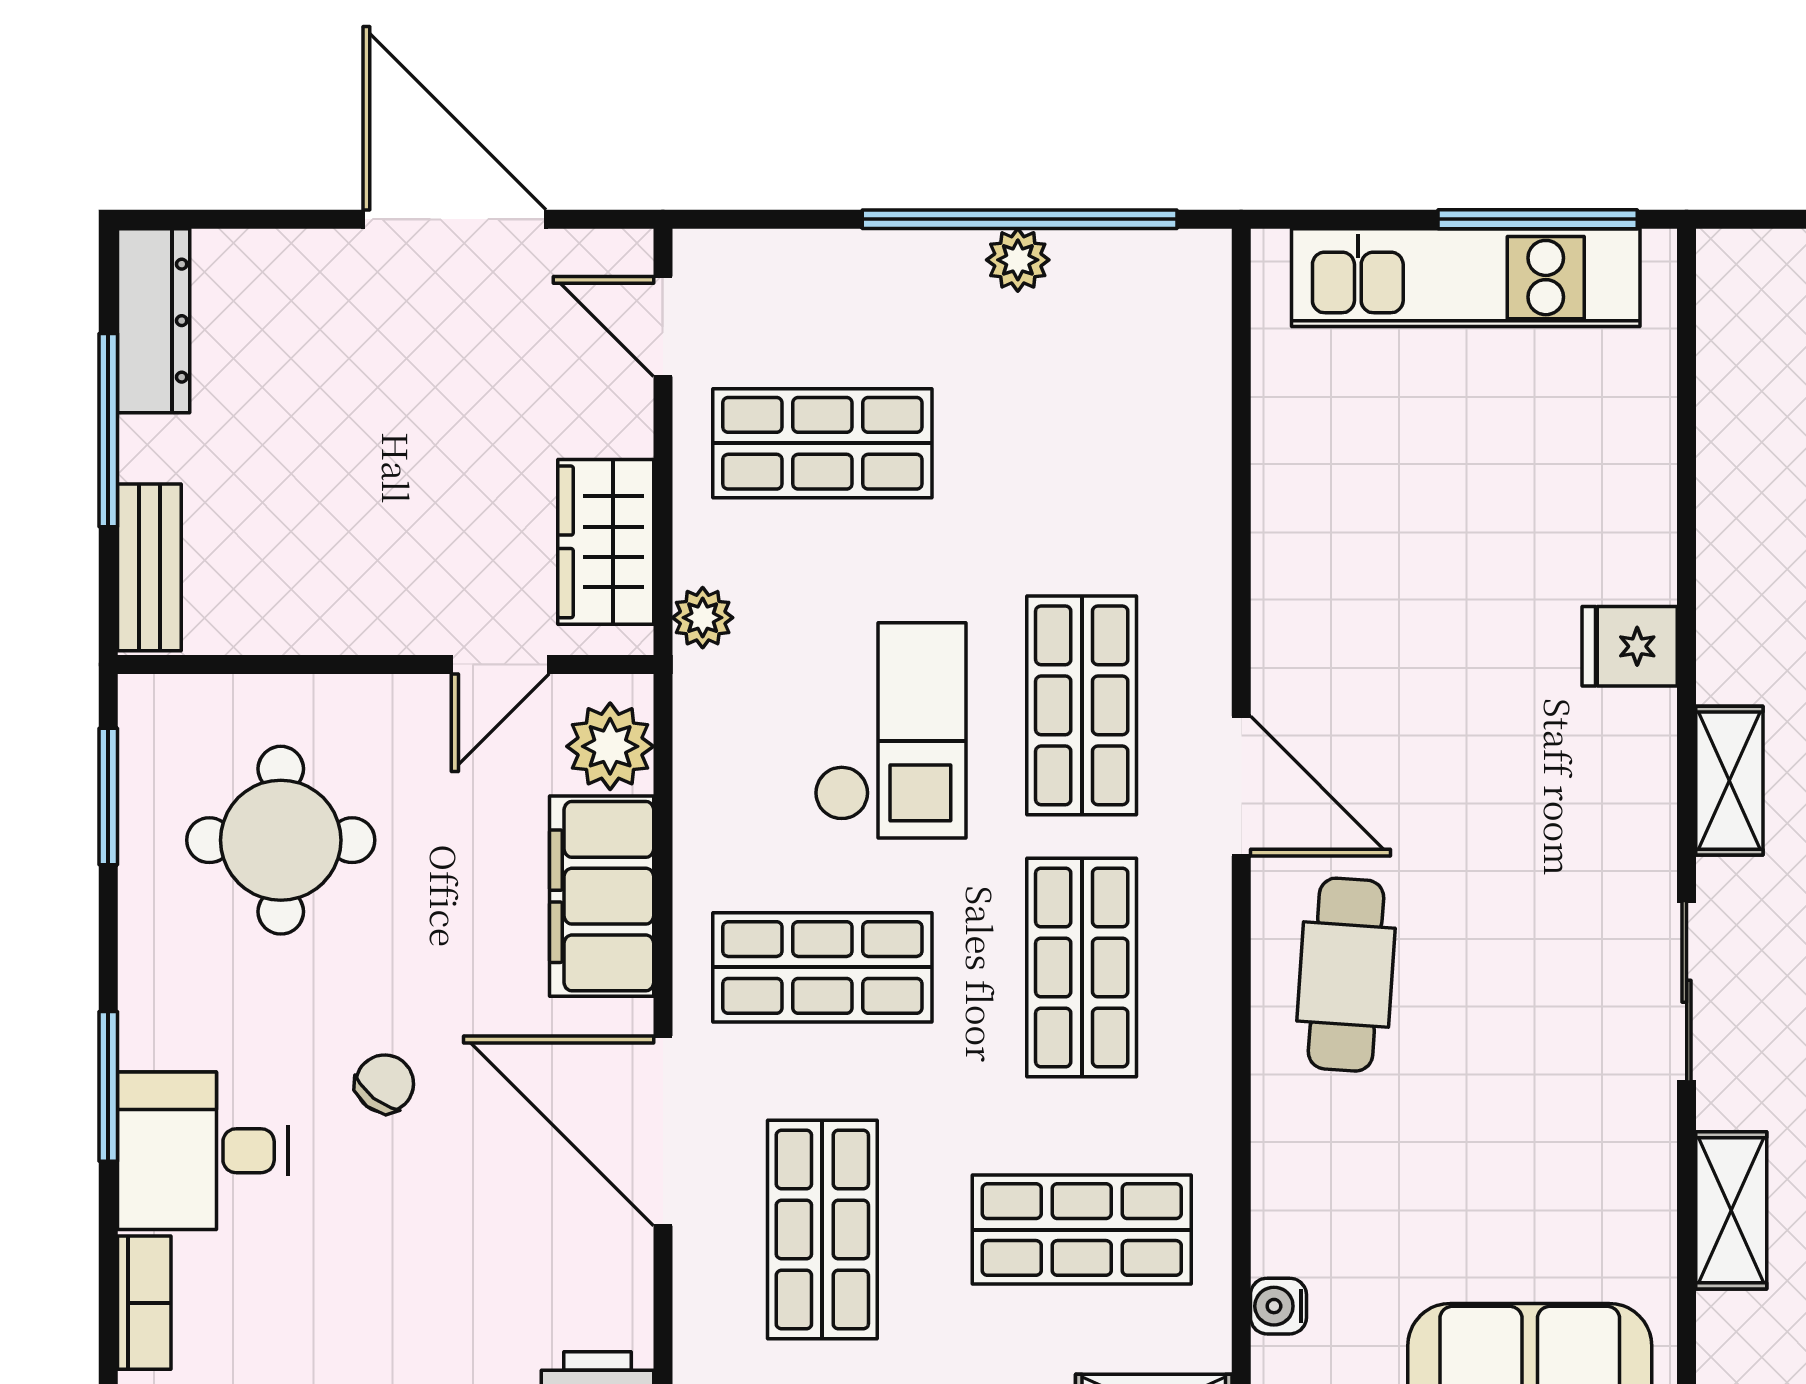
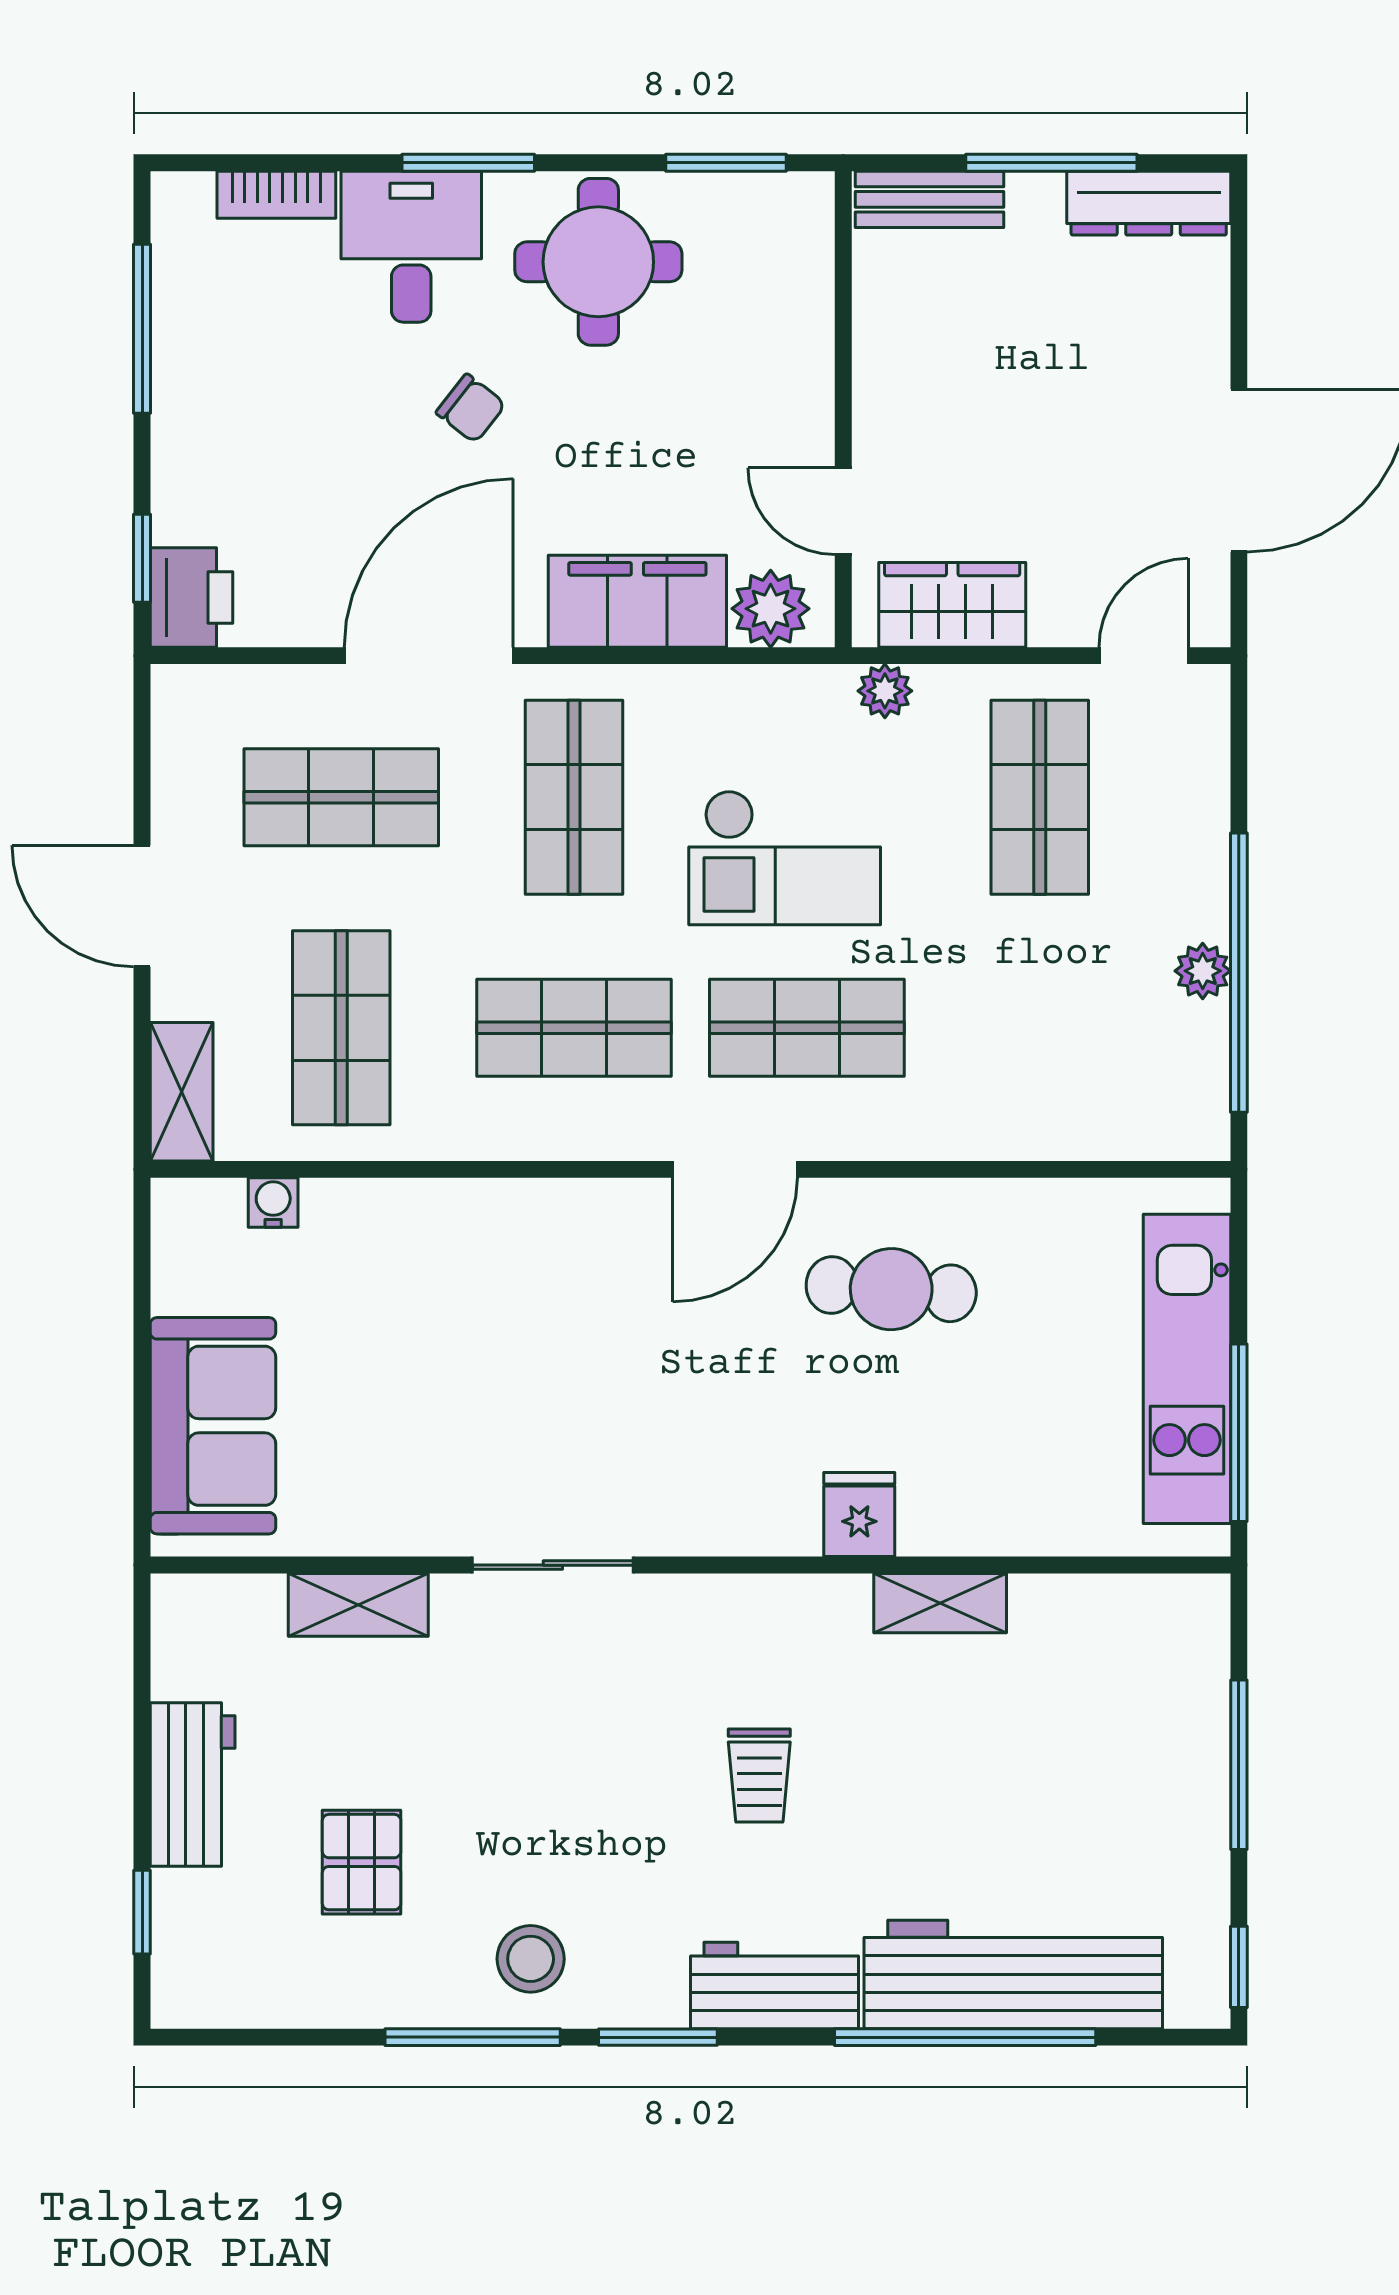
shelving: (1729, 781) -> (940, 1603), moved
round table: (281, 840) -> (598, 262), moved
cafe table: (1346, 975) -> (891, 1289), moved

